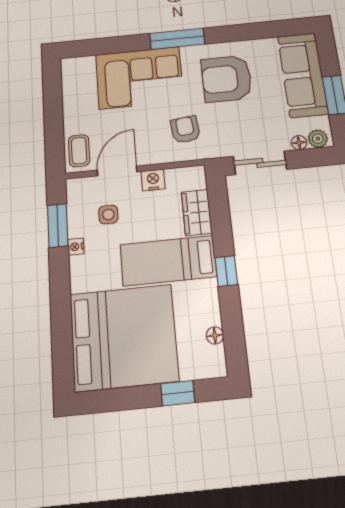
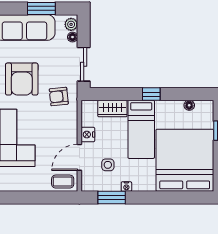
armchair: (185, 130) -> (59, 97), moved
door: (117, 171) -> (79, 157), hinge flipped

